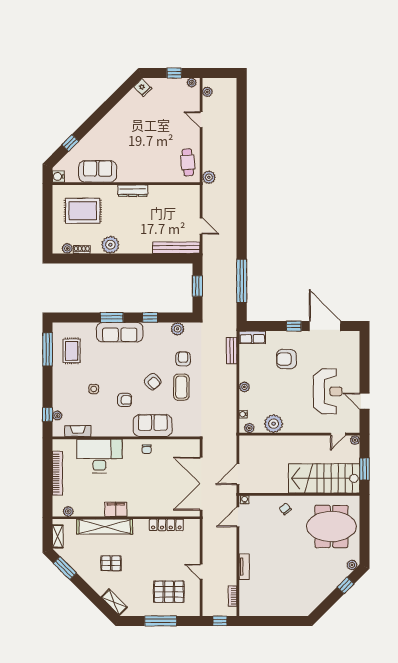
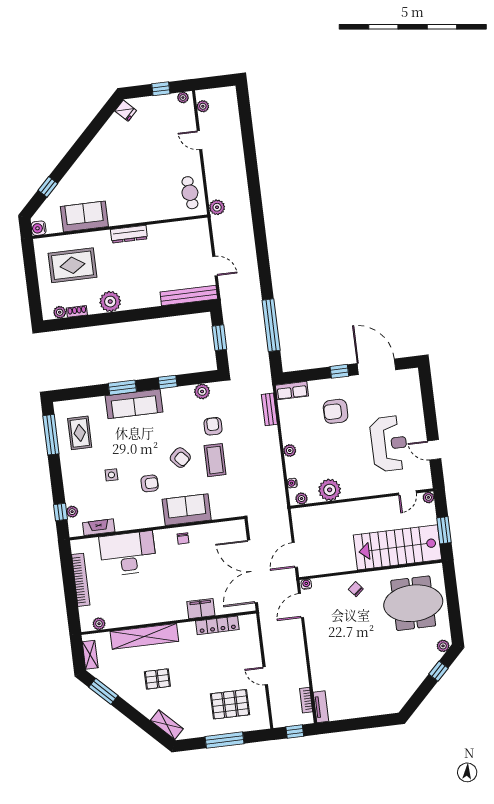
filing cabinet: (116, 509) -> (201, 609), moved
tv unit: (244, 567) -> (321, 707), moved

